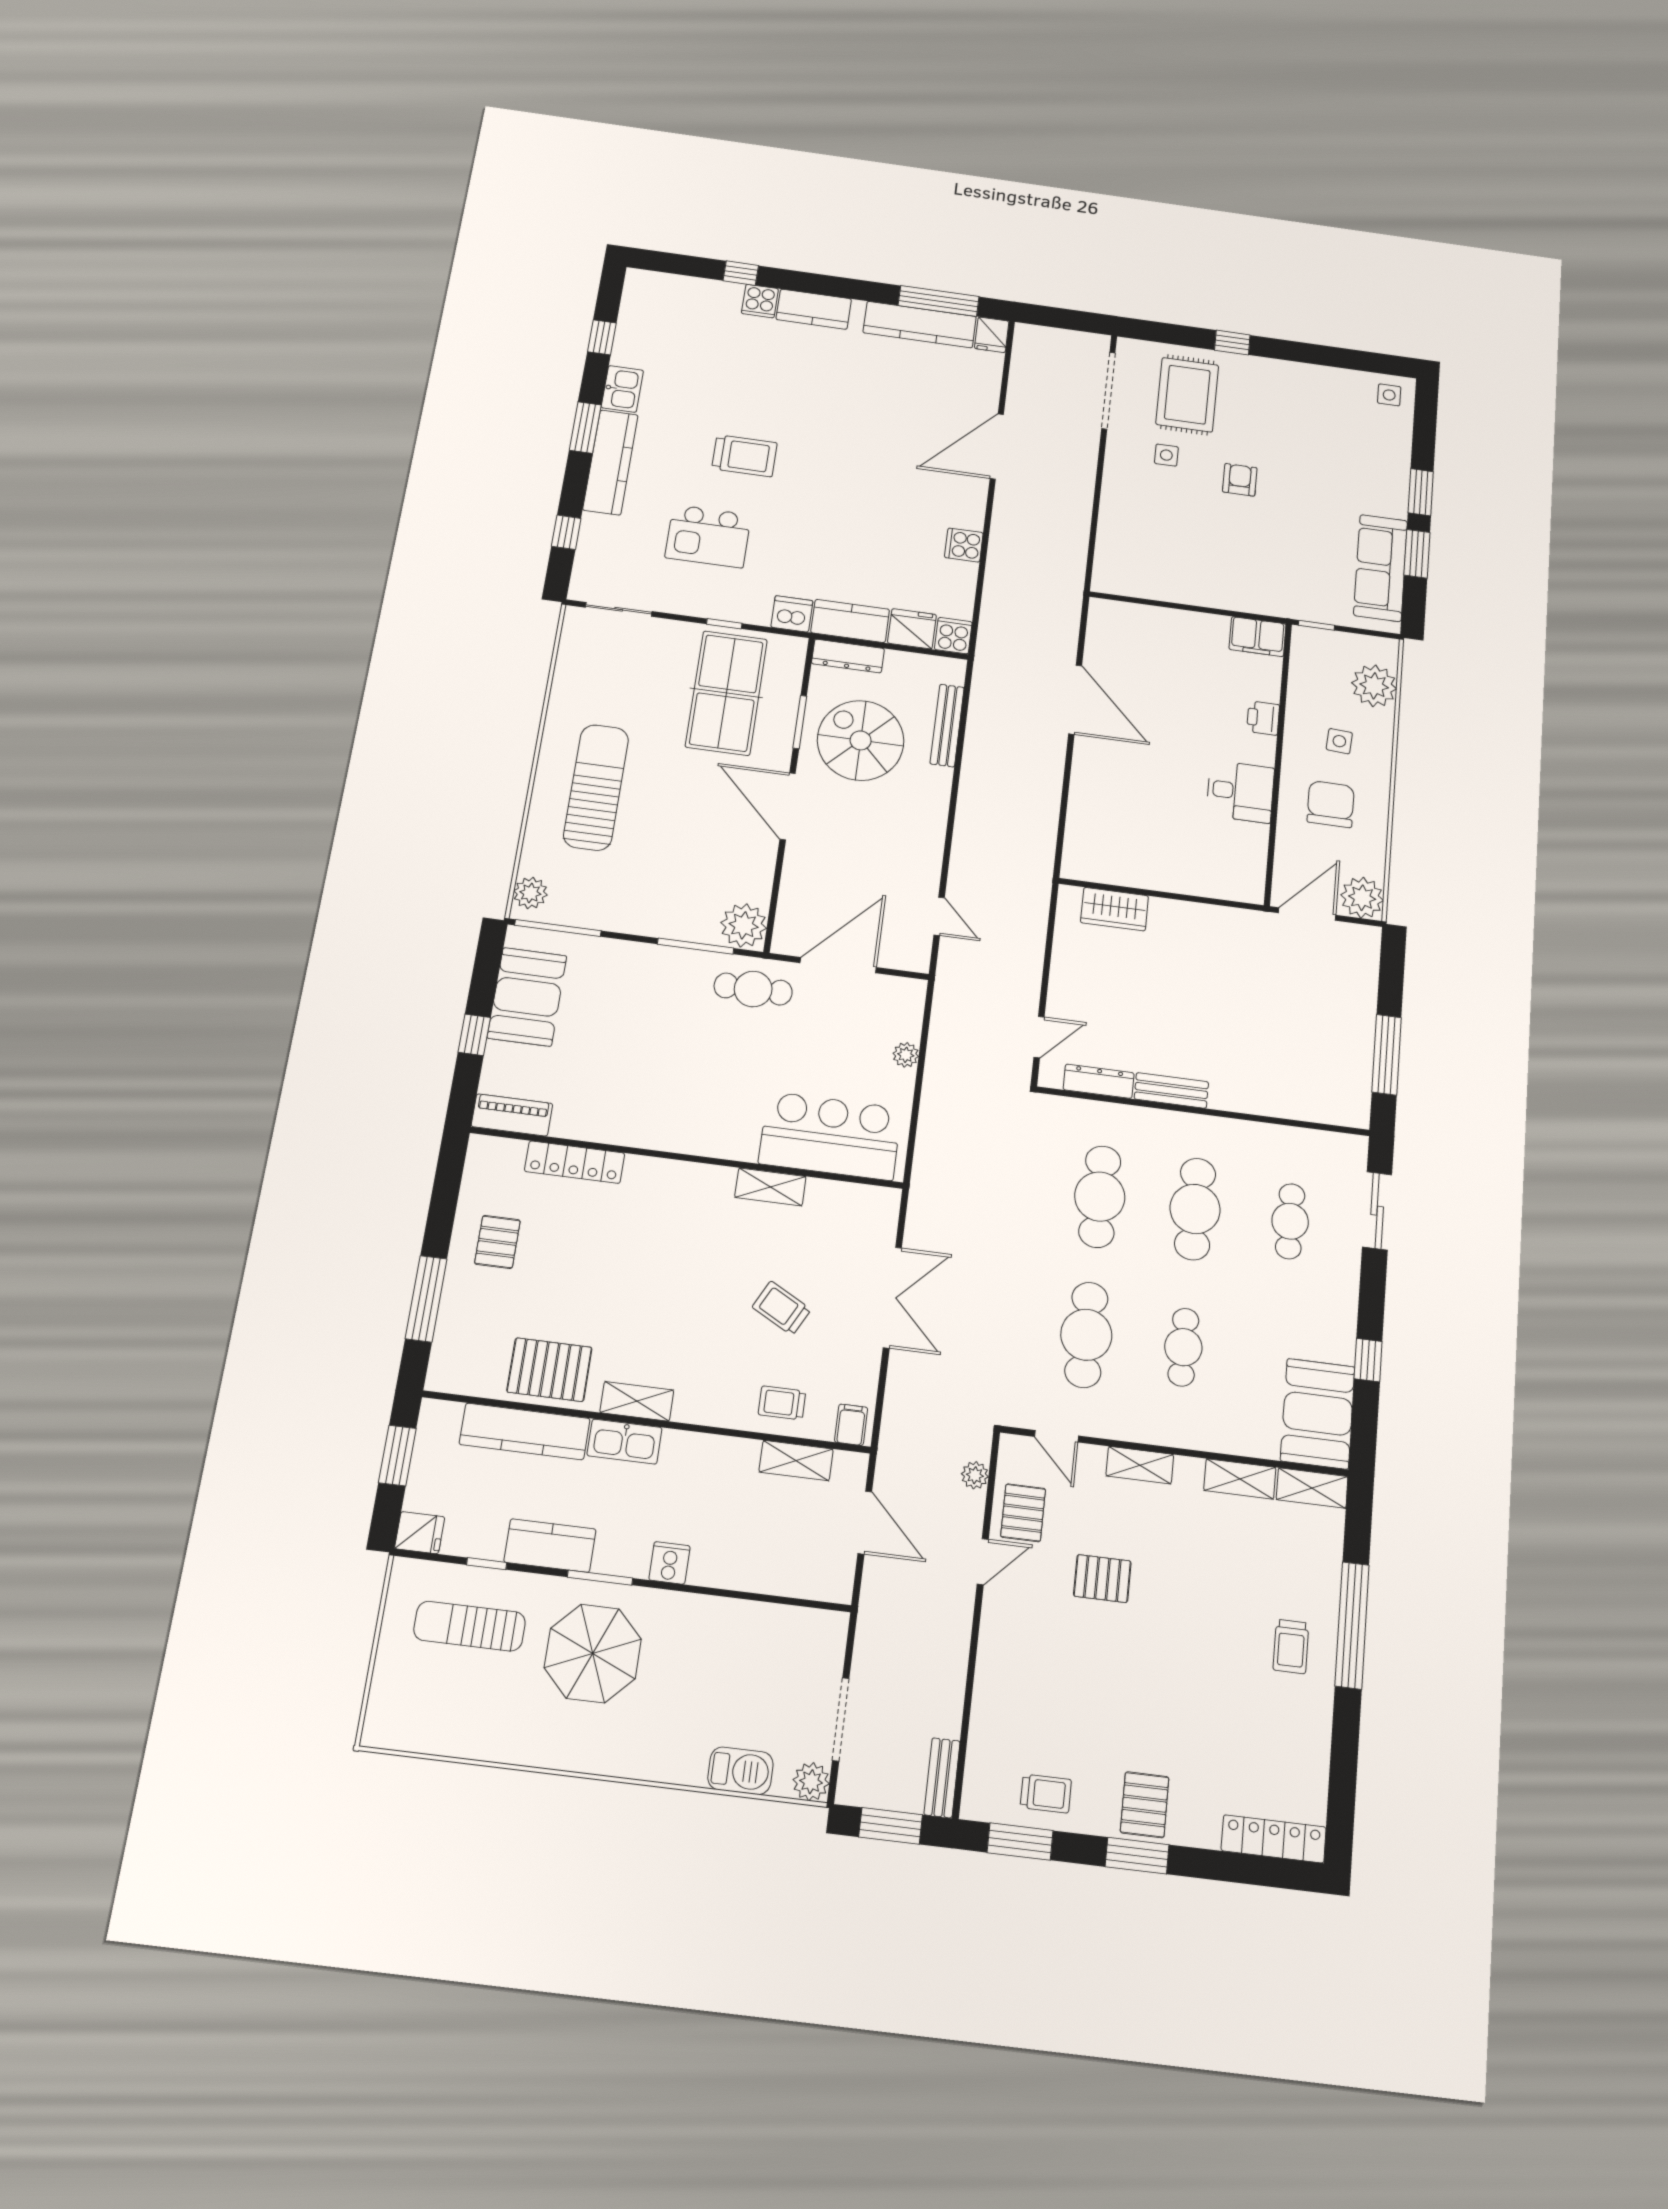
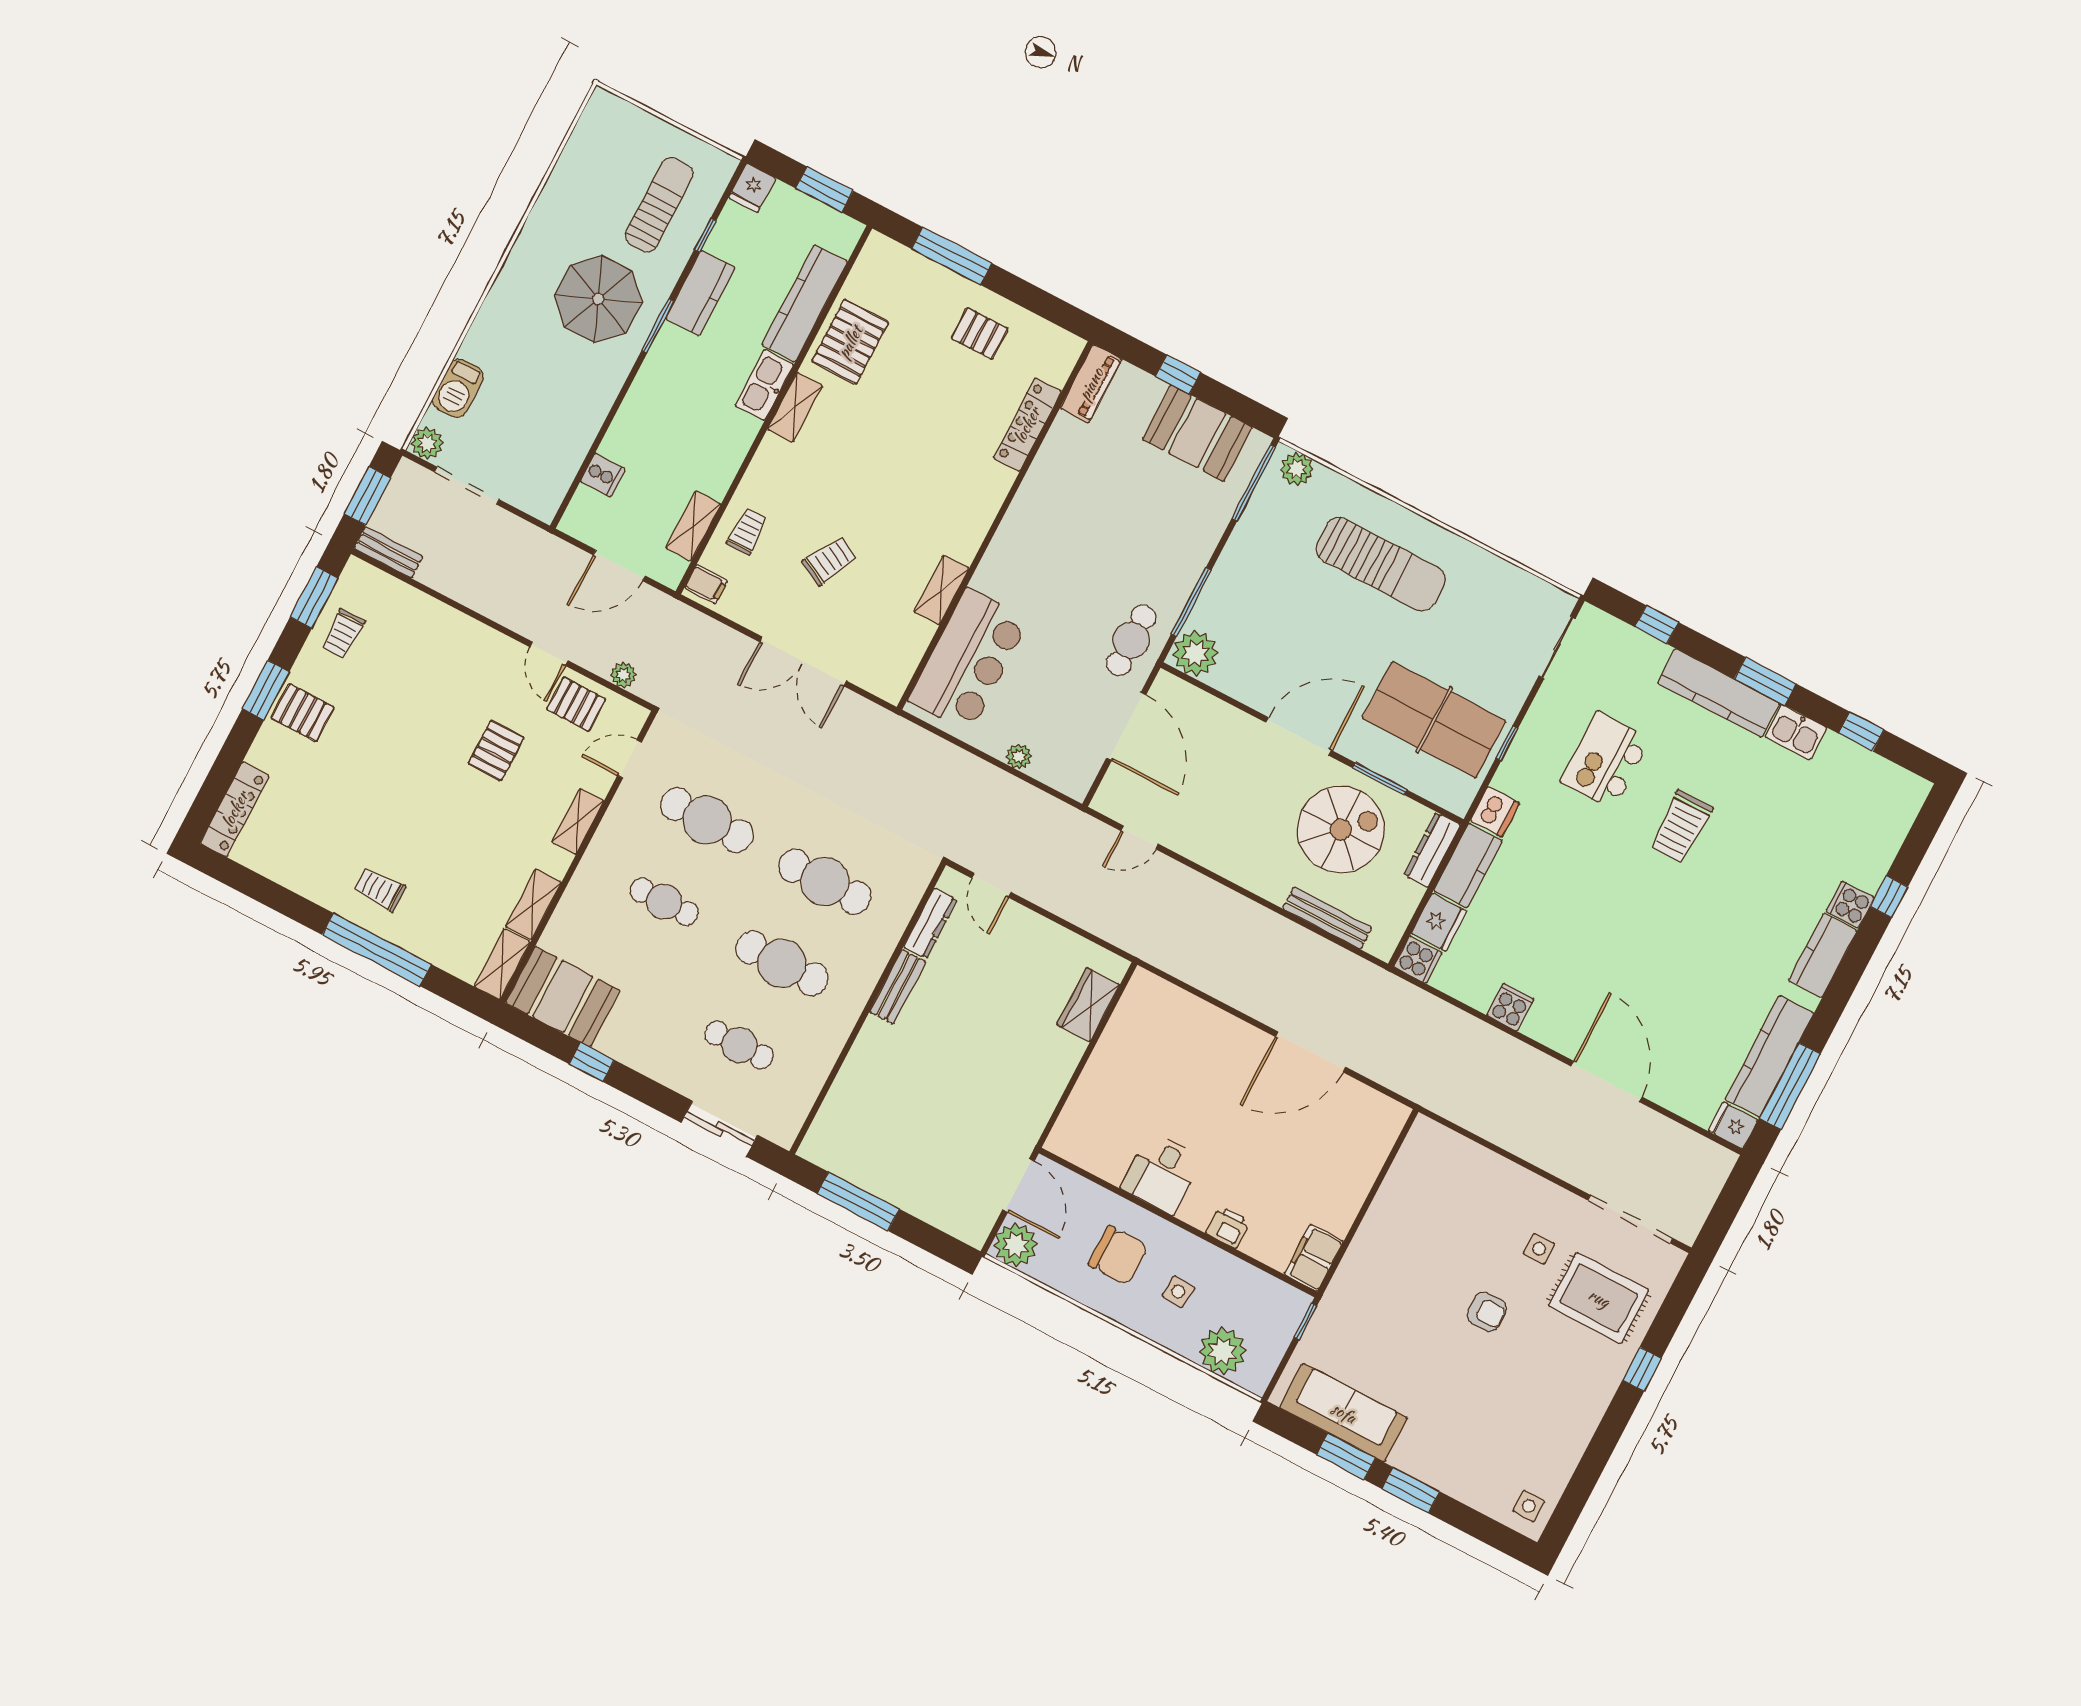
cooker: (669, 1563) -> (603, 475), moved

